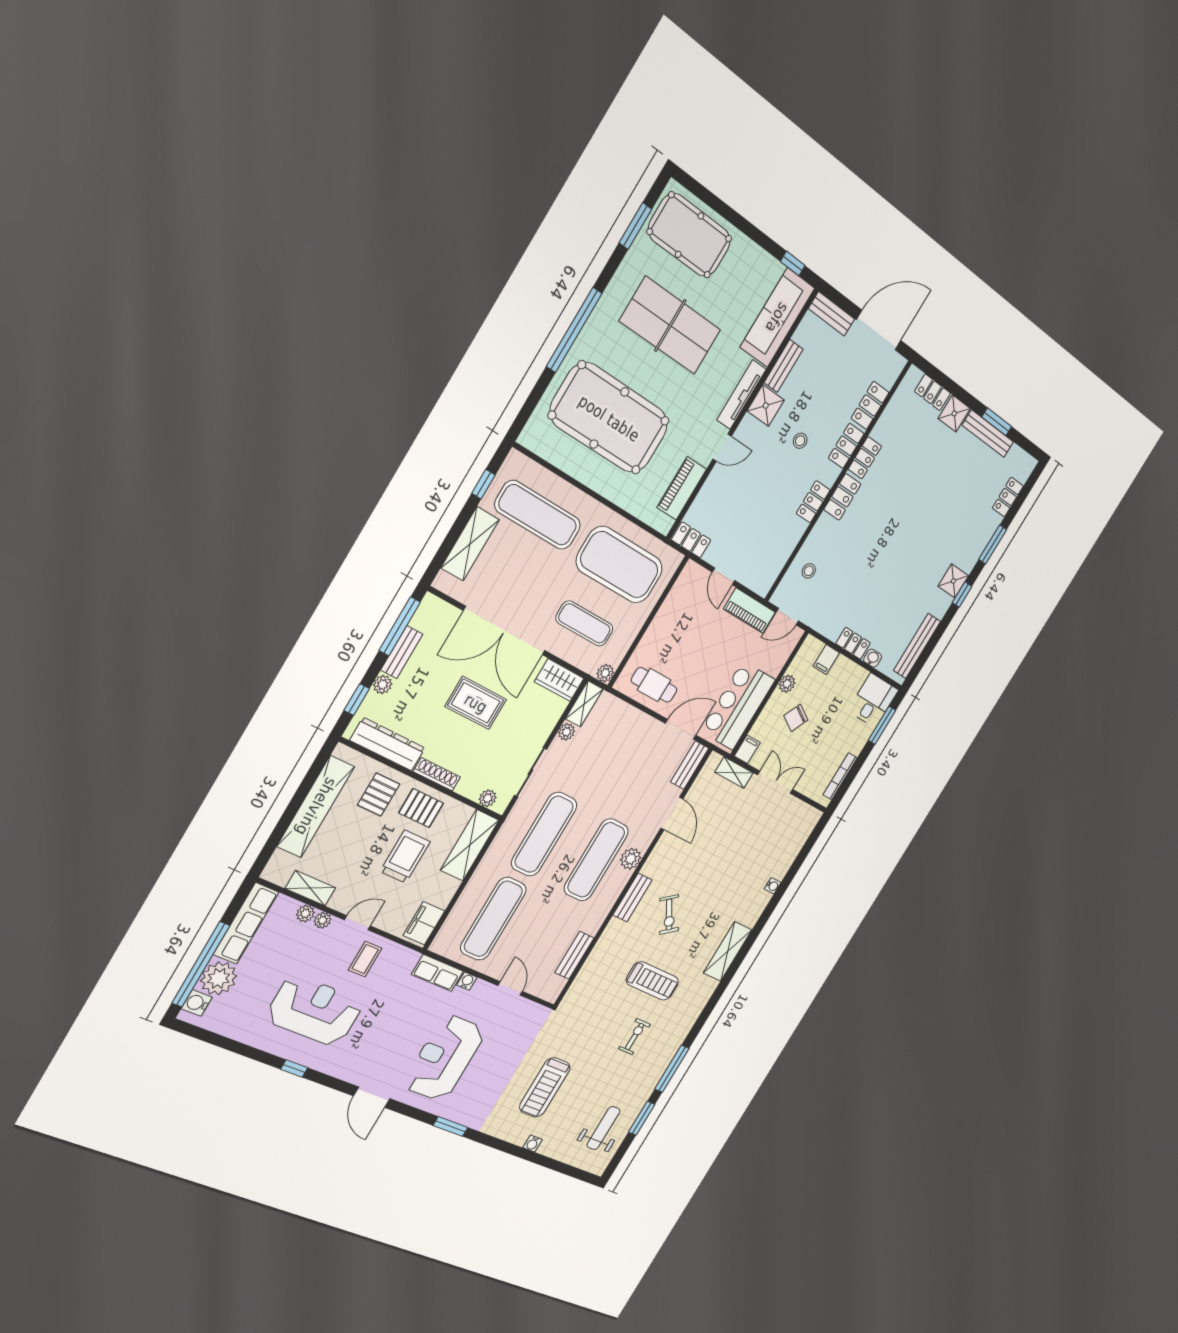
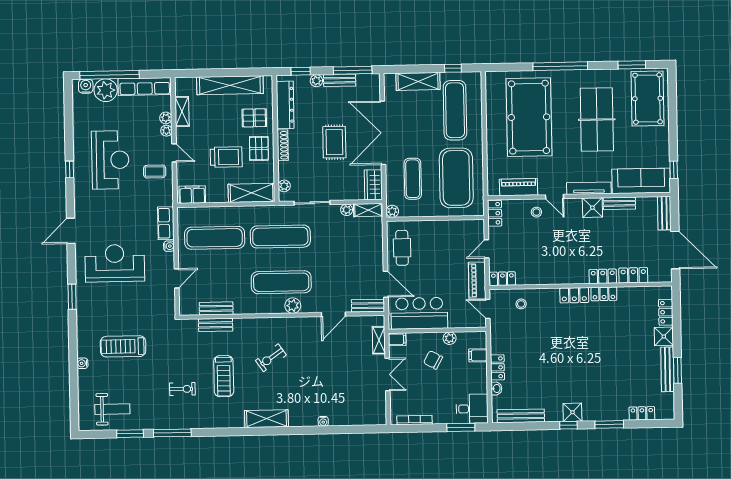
stool: (800, 441) -> (536, 212), moved
locker: (813, 502) -> (502, 279), moved
bench: (632, 898) -> (216, 325), moved

